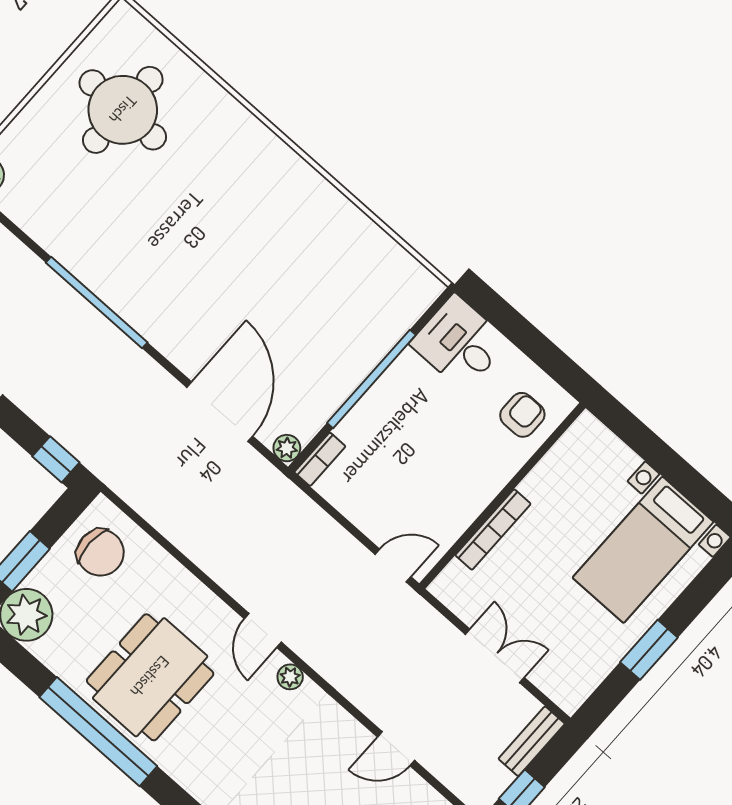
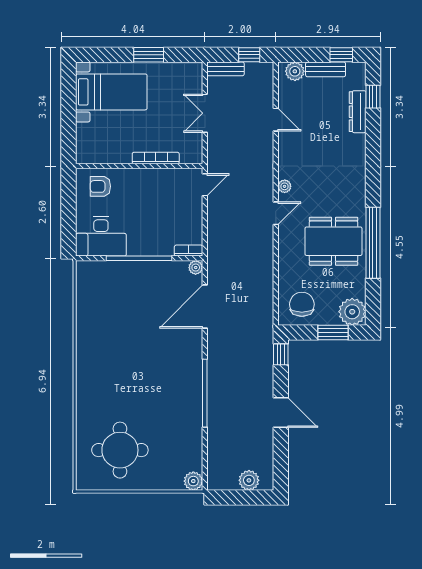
desk: (459, 343) -> (101, 236), width x1.37
door: (393, 566) -> (205, 185), swing flipped

